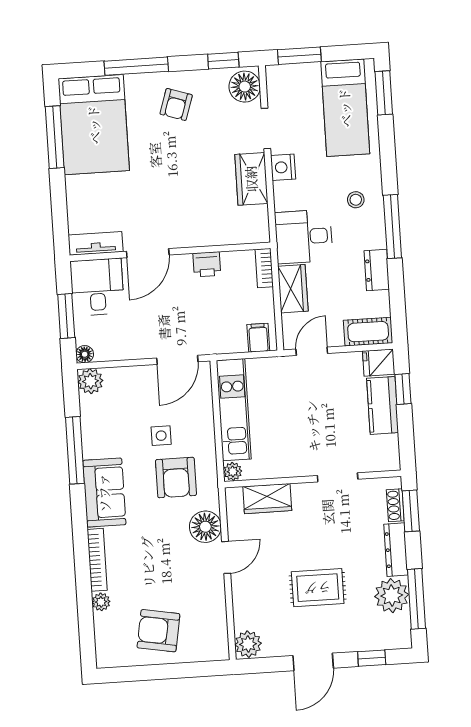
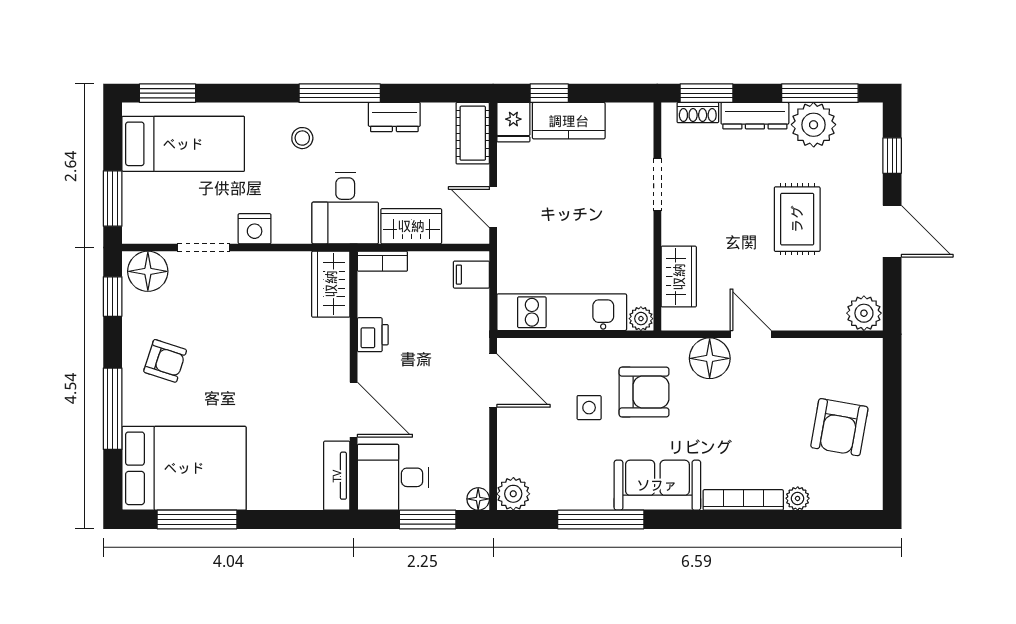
wardrobe: (251, 179) -> (331, 284), moved, turned 90

